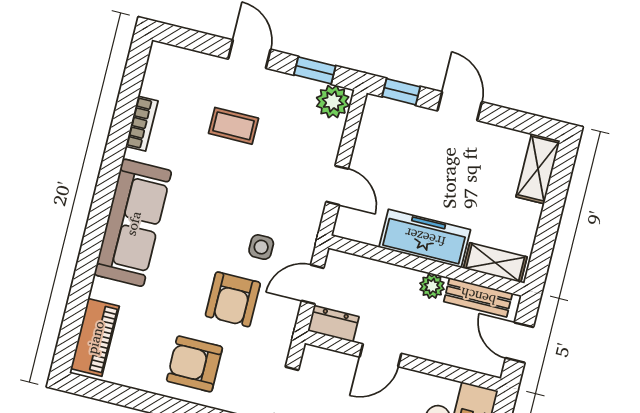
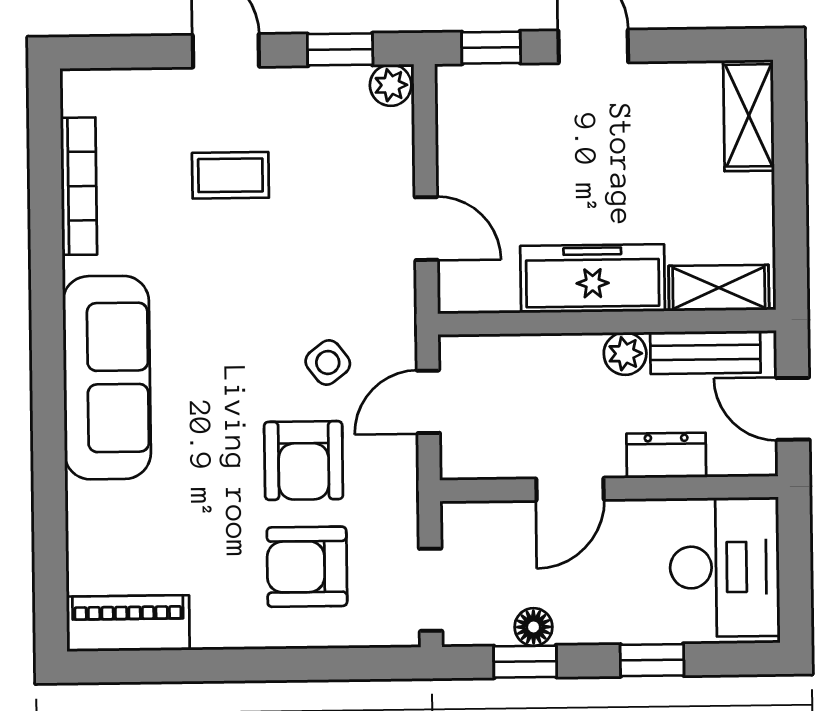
plant: (333, 102) -> (391, 85), width x0.73, depth x0.73
bookcase: (142, 124) -> (79, 186), width x1.56
side table: (261, 247) -> (328, 362), turned -38
dresser: (333, 324) -> (666, 455), moved
piano: (95, 337) -> (128, 623), moved, turned -90
armchair: (194, 364) -> (307, 567), moved

